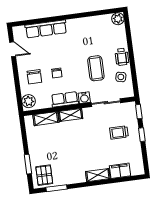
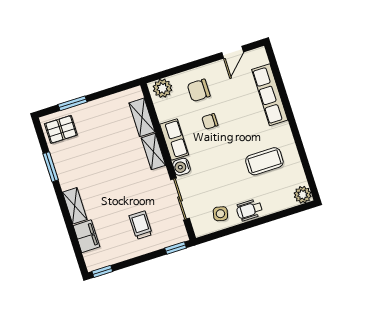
coffee table: (96, 68) -> (264, 161), moved
window: (142, 135) -> (102, 271), moved
window: (57, 188) -> (51, 167), moved

